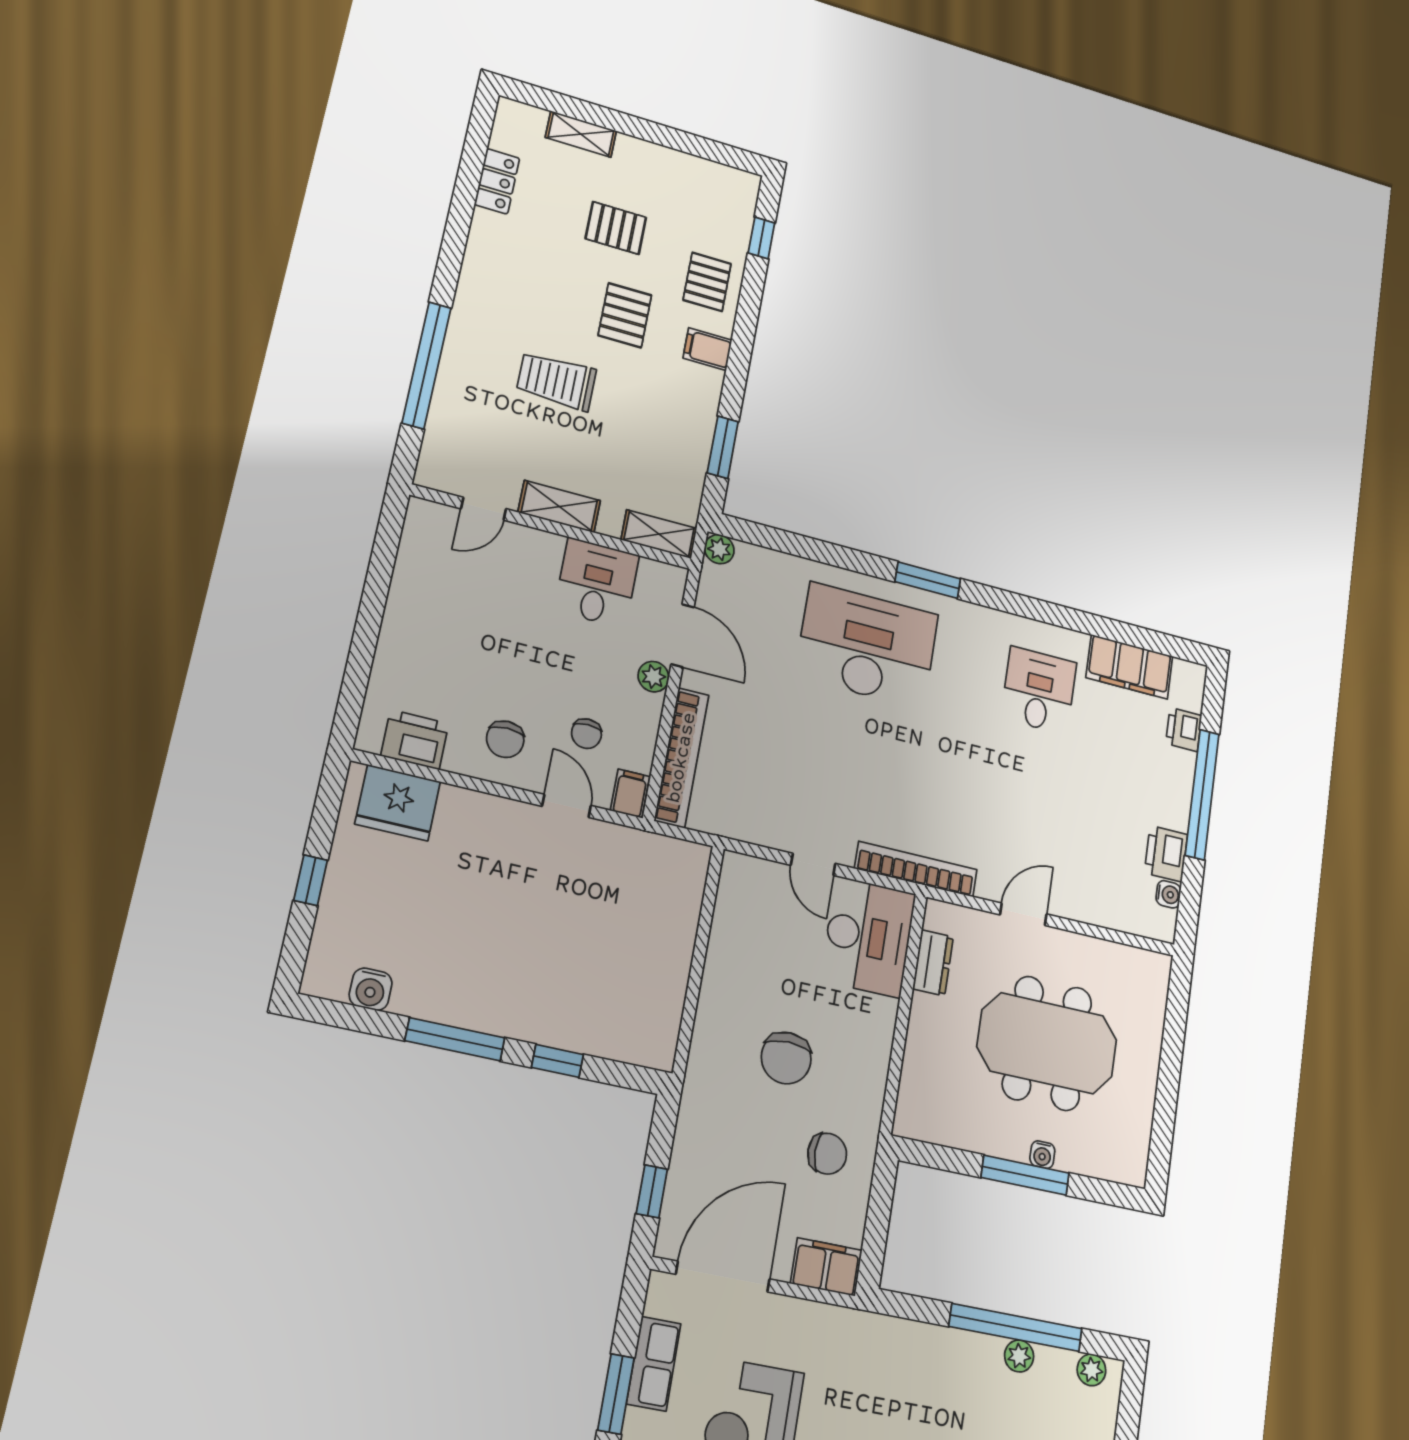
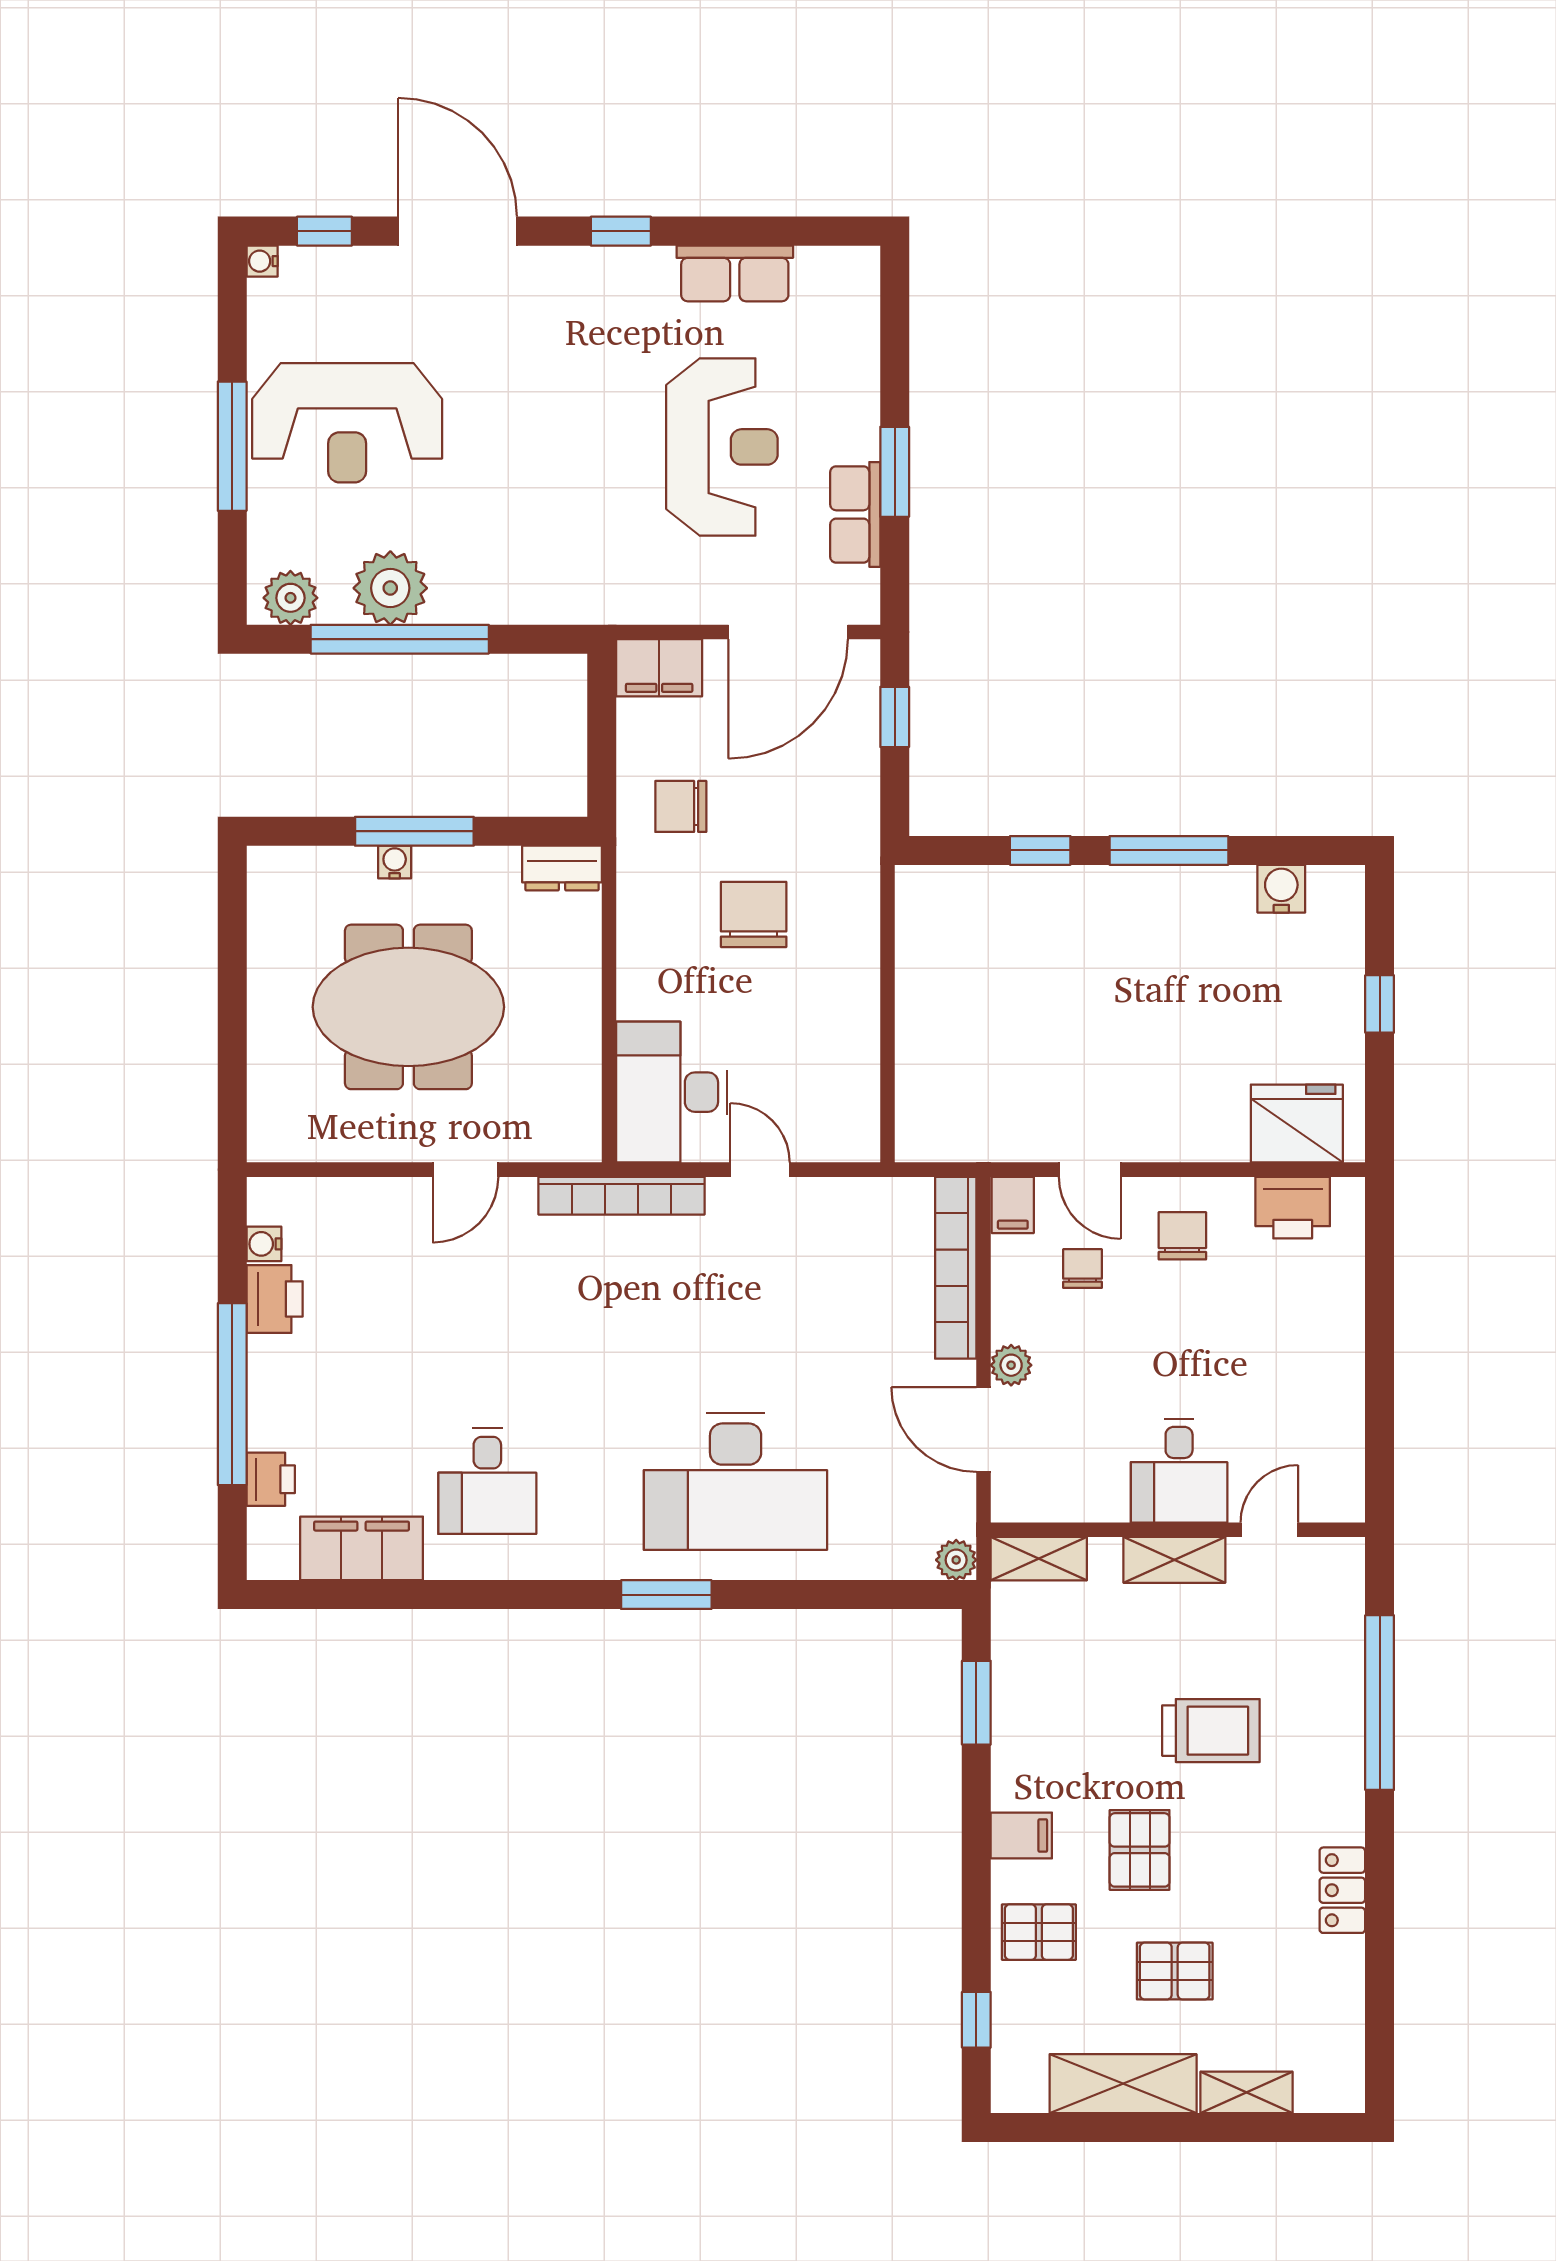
shelving: (667, 166) -> (1123, 2084), added
locker: (497, 181) -> (1342, 1890), moved
pallet: (707, 282) -> (1039, 1932), turned 90
desk: (597, 583) -> (1179, 1471), moved
dresser: (933, 963) -> (562, 868), moved, turned -90
plant: (1019, 1356) -> (390, 588), width x1.88, depth x1.88
plant: (1091, 1370) -> (290, 598), width x1.38, depth x1.38

